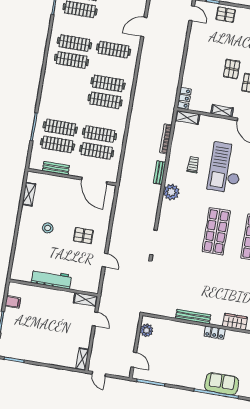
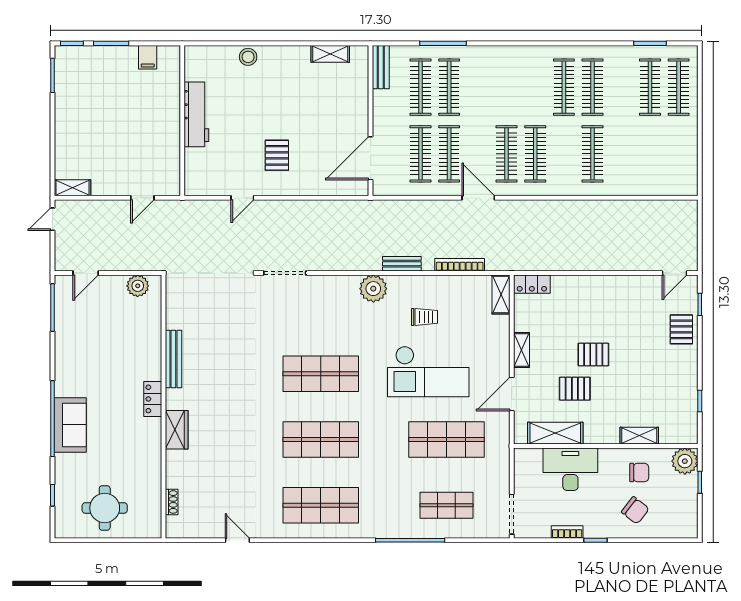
door: (144, 27) -> (478, 198), moved
bench: (56, 168) -> (381, 67), moved
checkout: (225, 168) -> (428, 371), turned 180
stool: (48, 228) -> (248, 57), moved
shelving: (85, 300) -> (172, 176), removed

